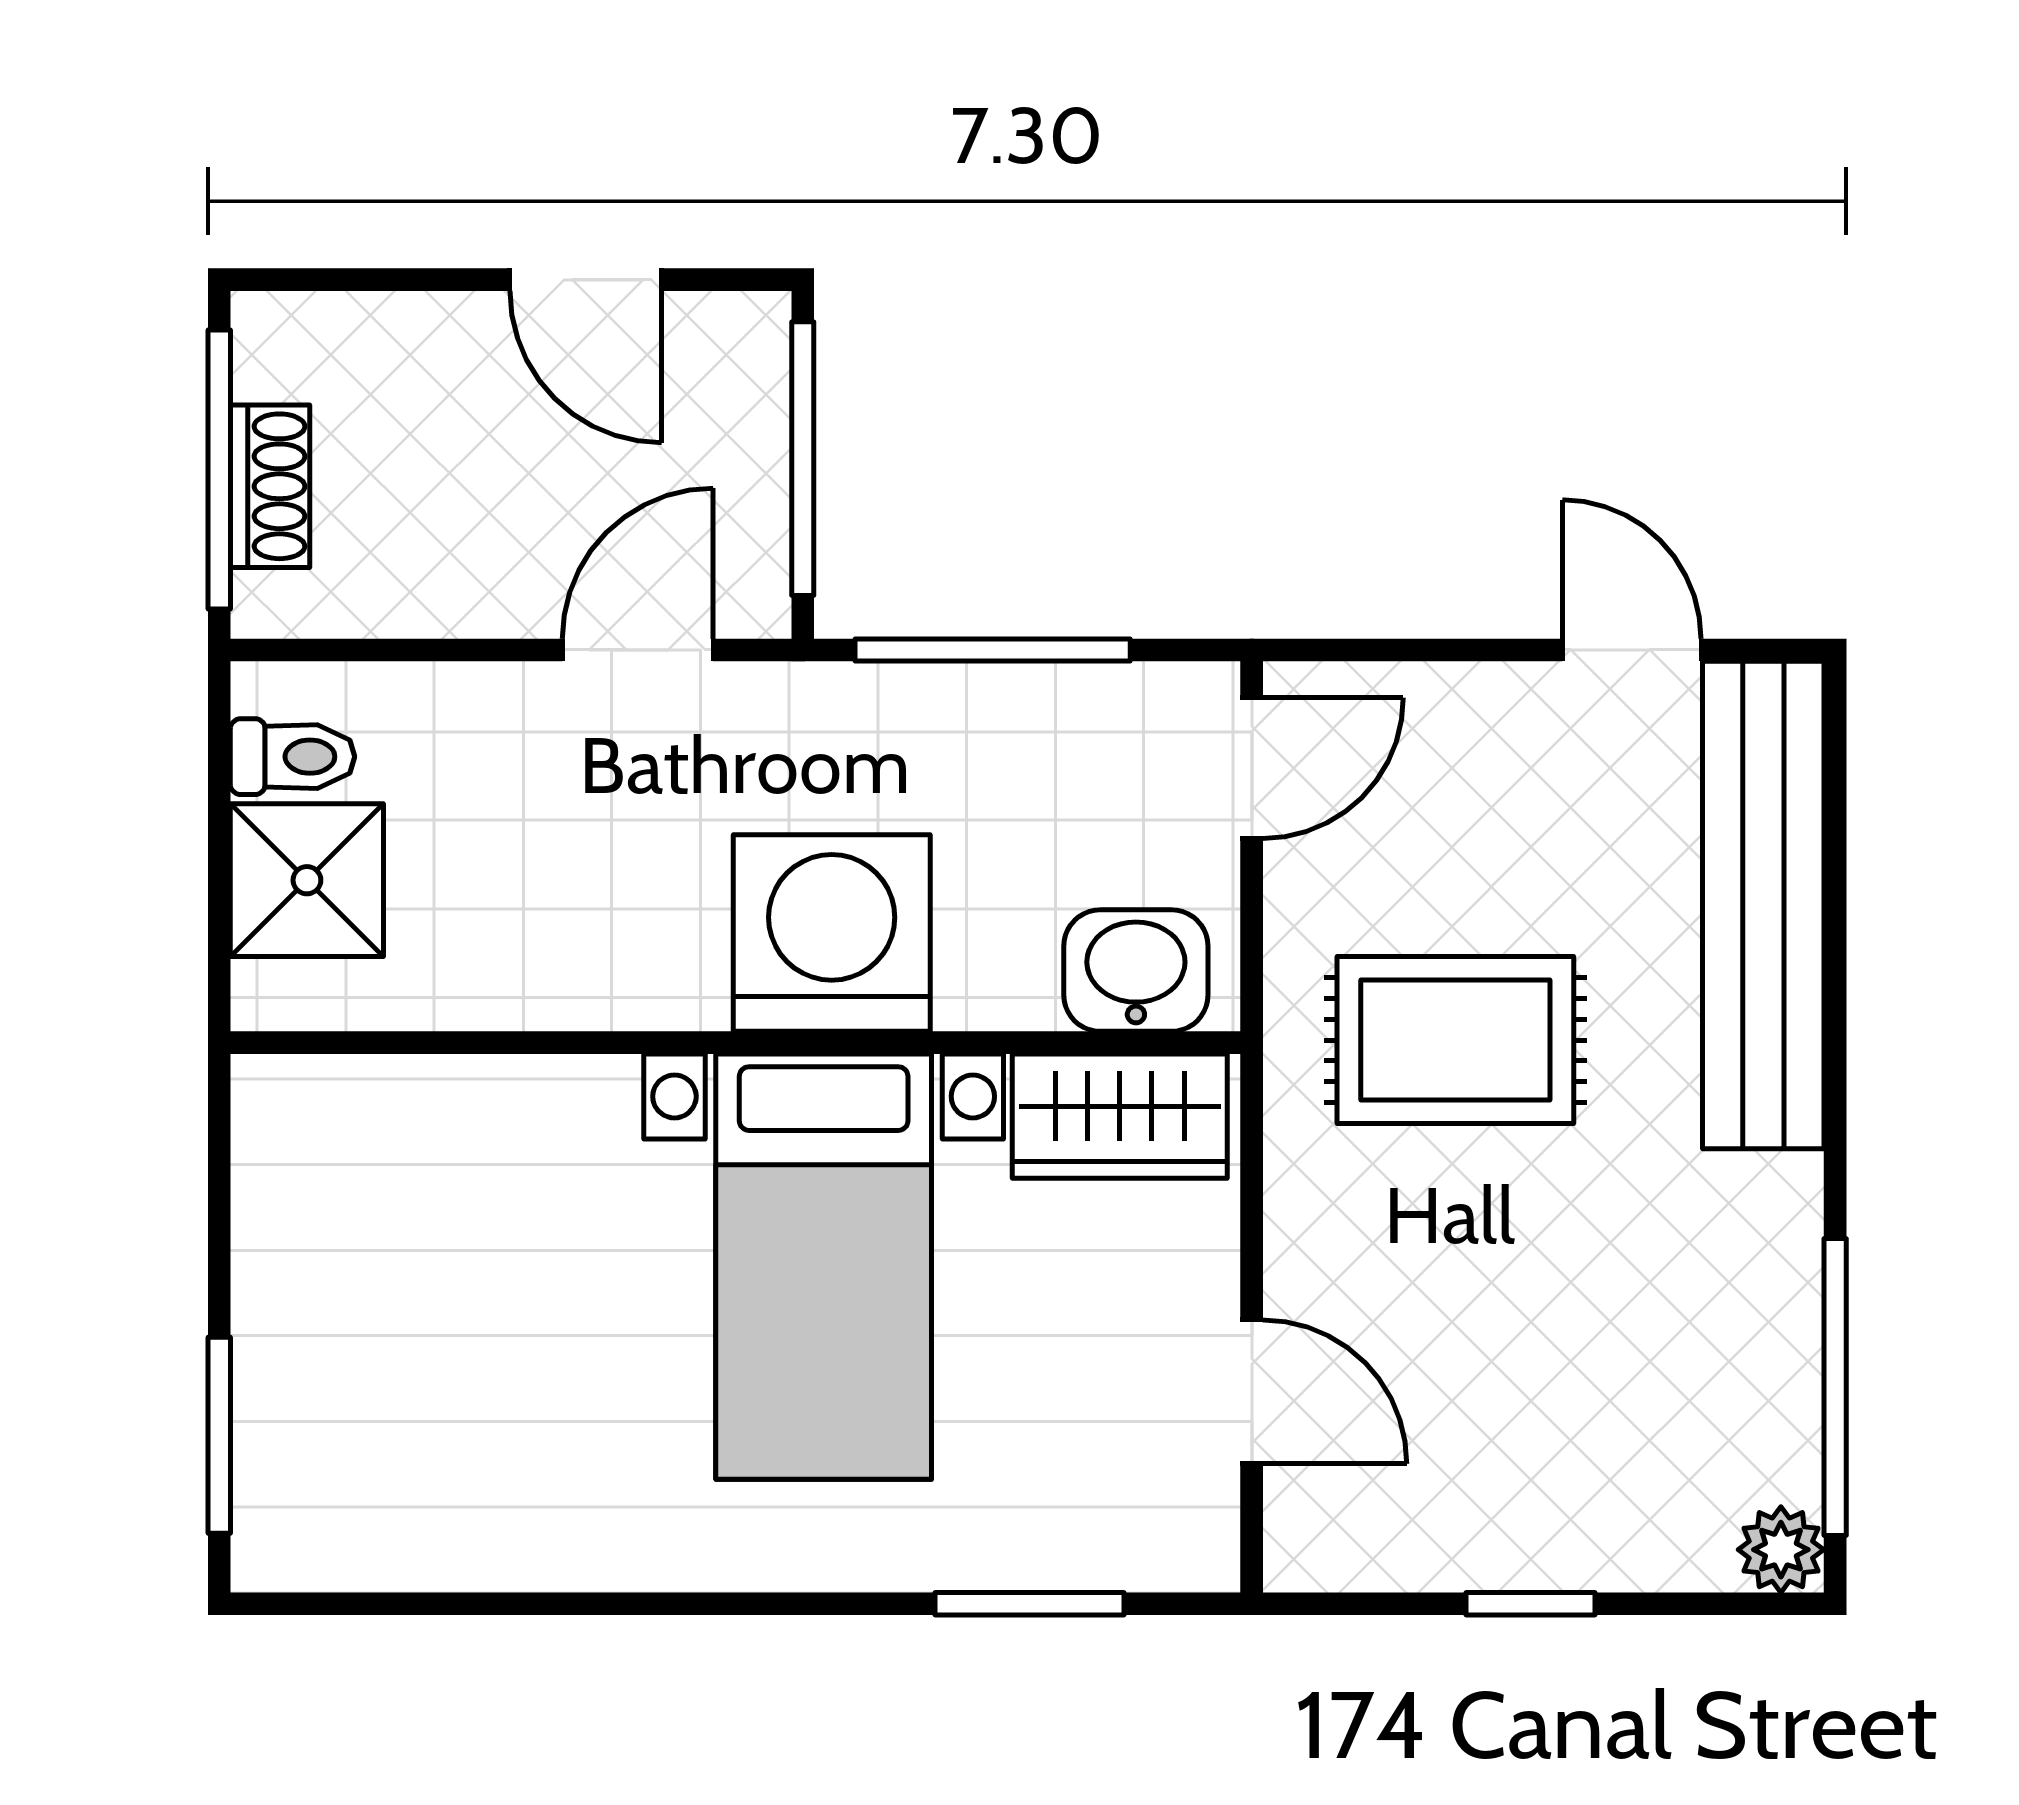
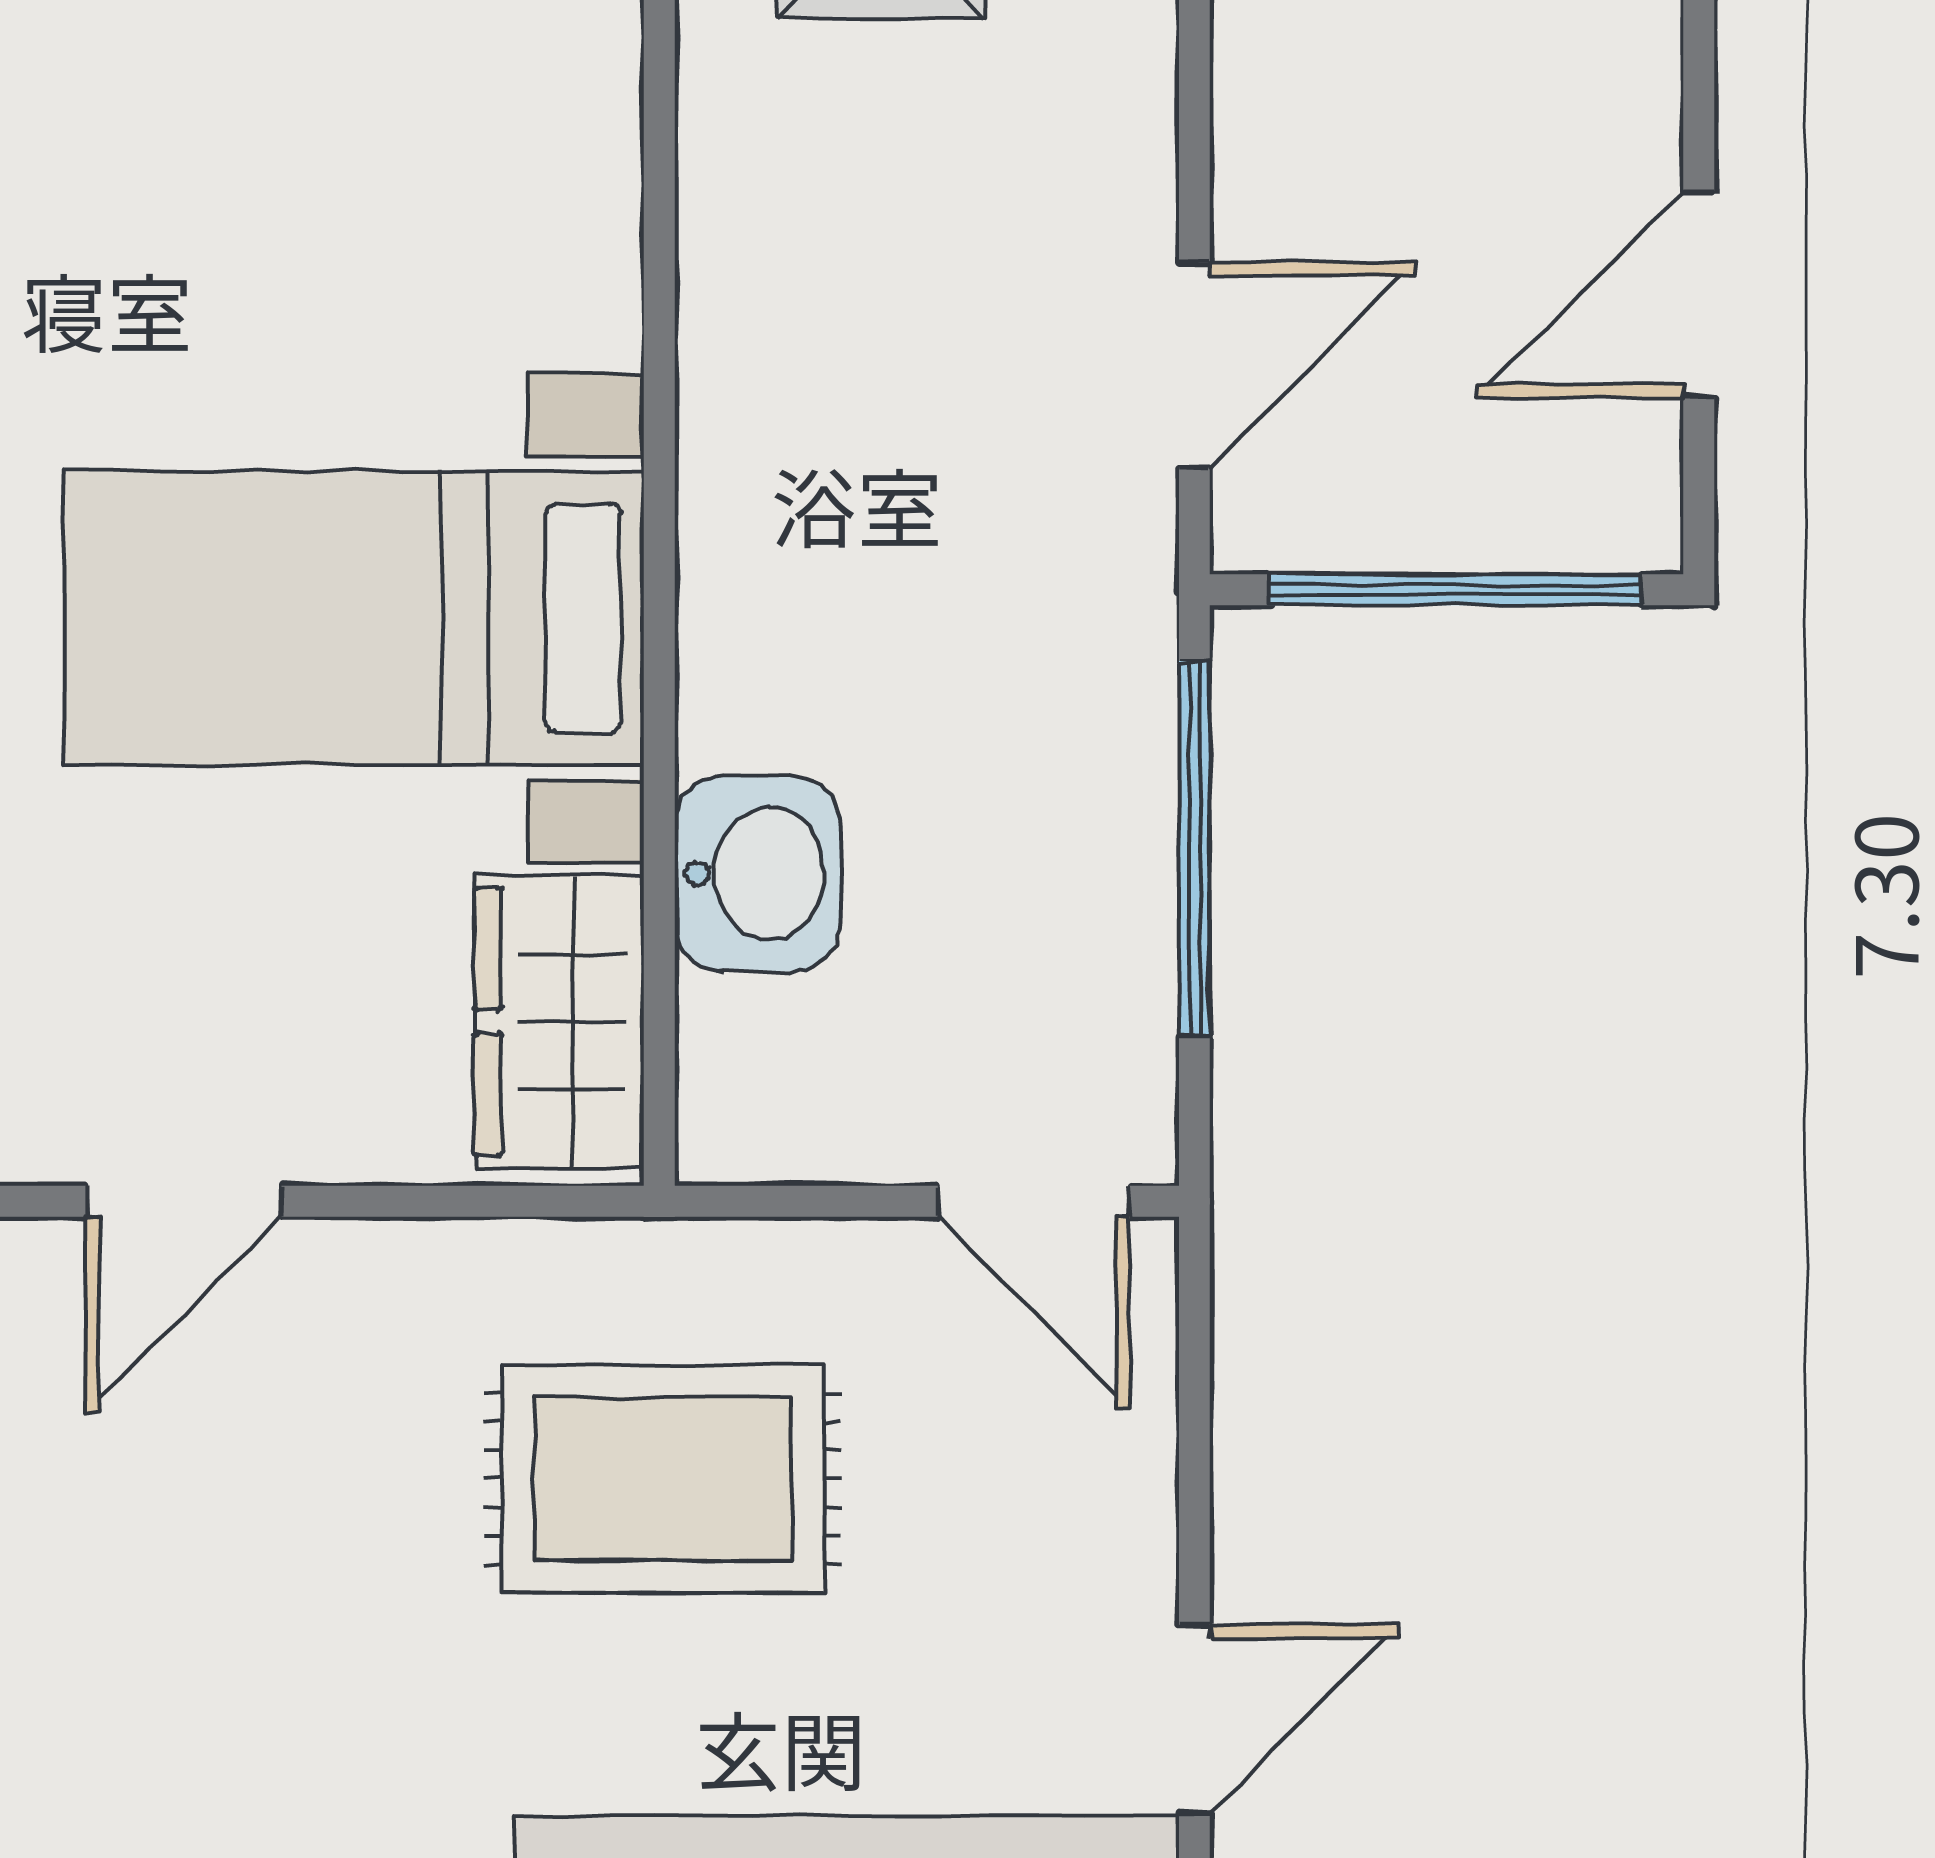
door: (638, 650) -> (1194, 365), hinge flipped
washing machine: (832, 933) -> (809, 629), removed
washbasin: (1136, 971) -> (758, 874), moved
rug: (1455, 1040) -> (663, 1479), turned 90

